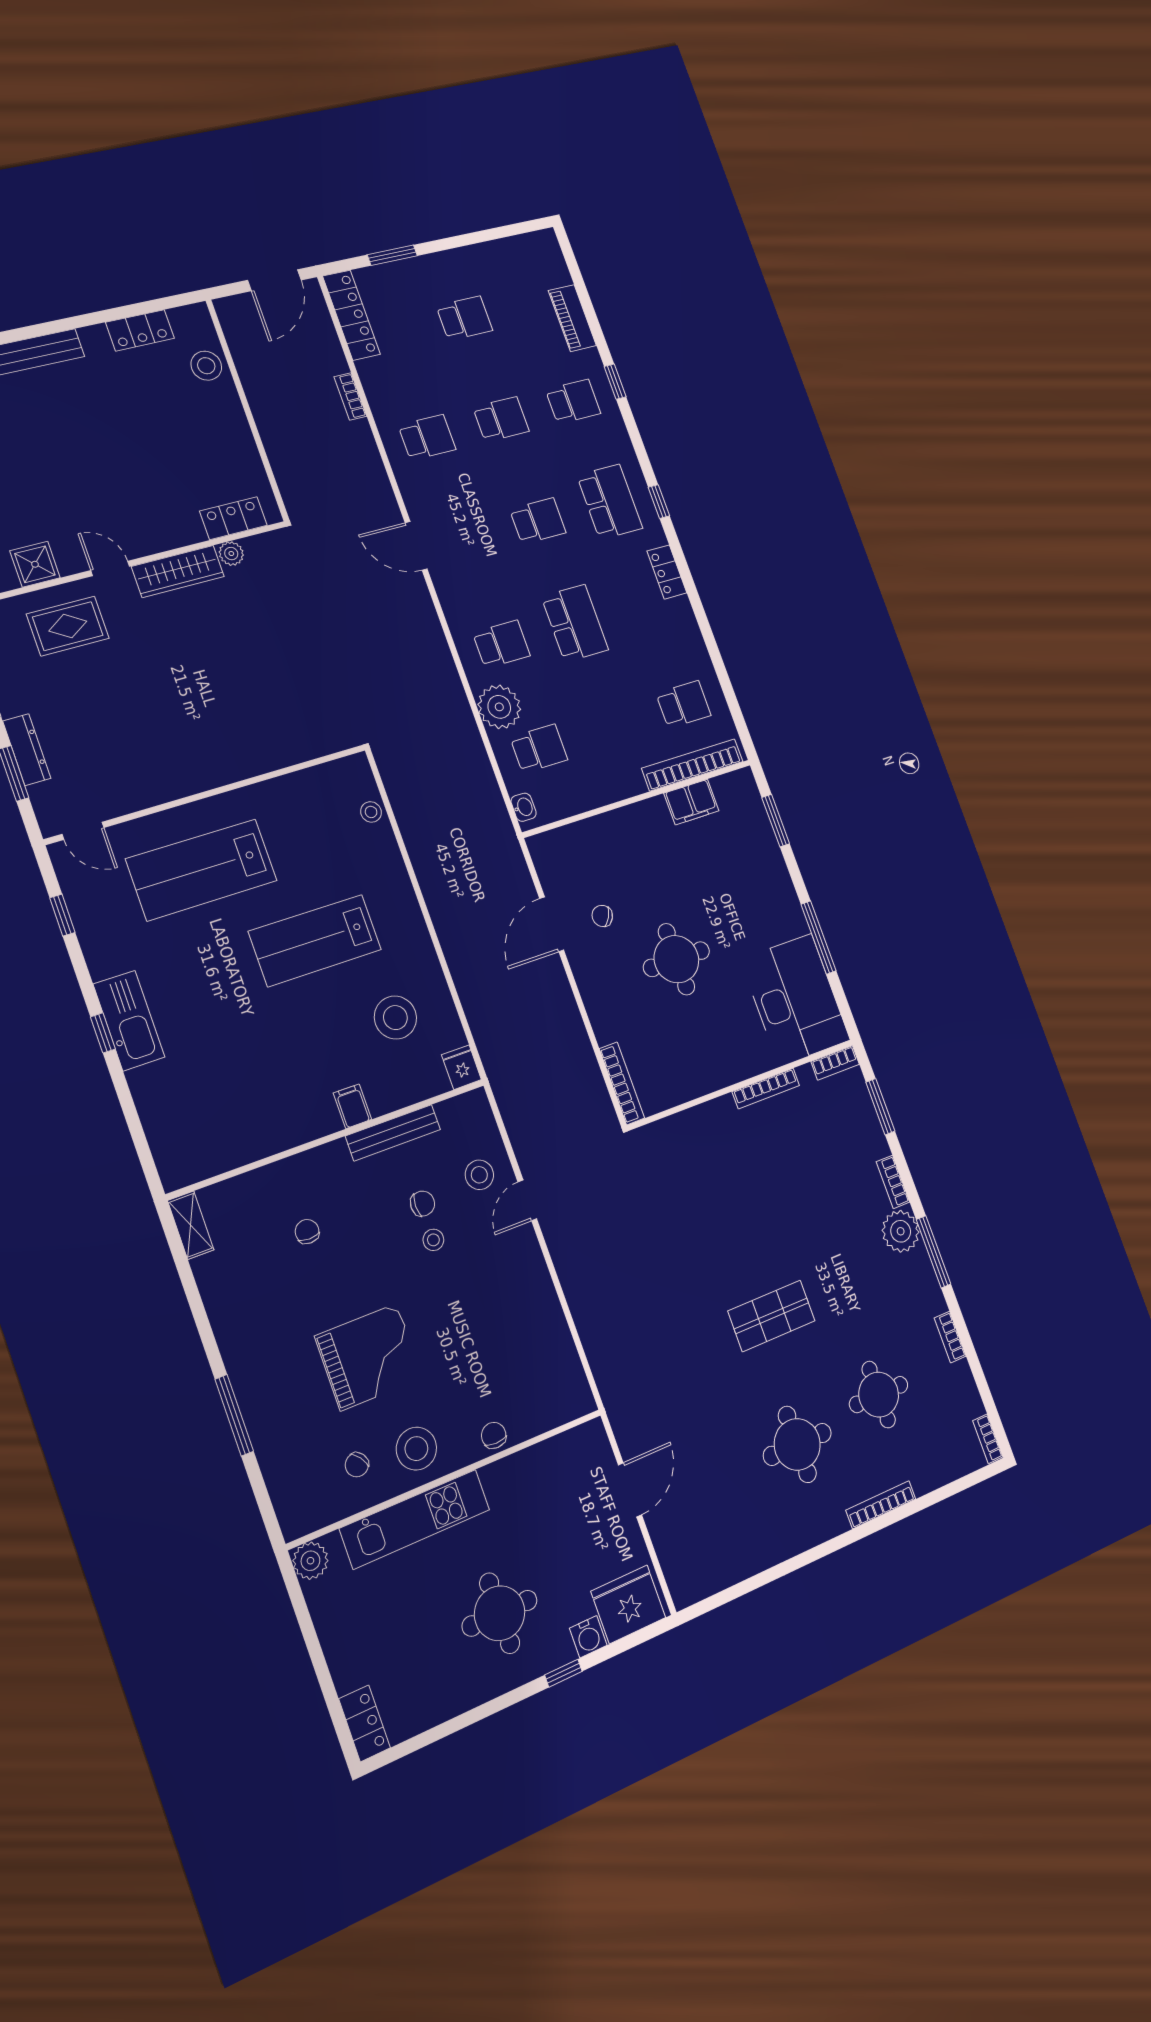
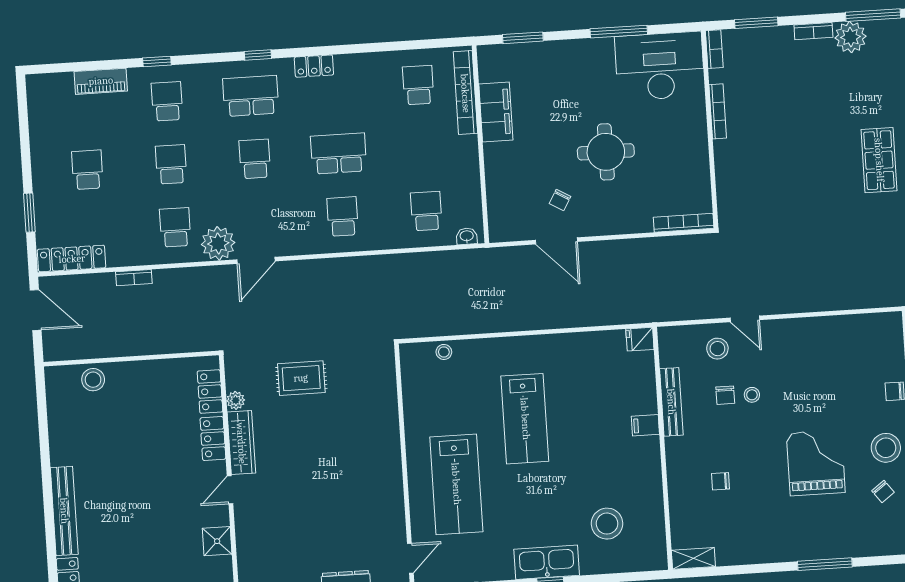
locker: (140, 330) -> (213, 438), moved, turned 180
rug: (68, 626) -> (301, 378), moved, turned 90
plant: (499, 707) -> (218, 243), moved
filing cabinet: (691, 802) -> (496, 112), width x1.50, depth x1.17
stool: (395, 1018) -> (607, 524), moved
chair: (423, 1204) -> (725, 395), turned 180

